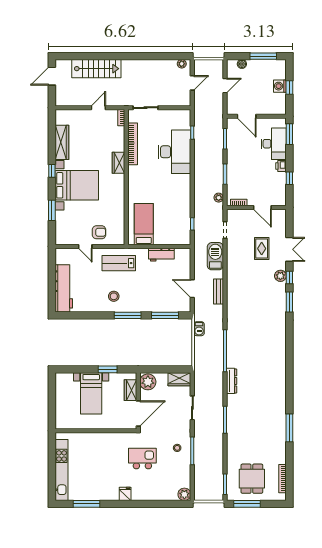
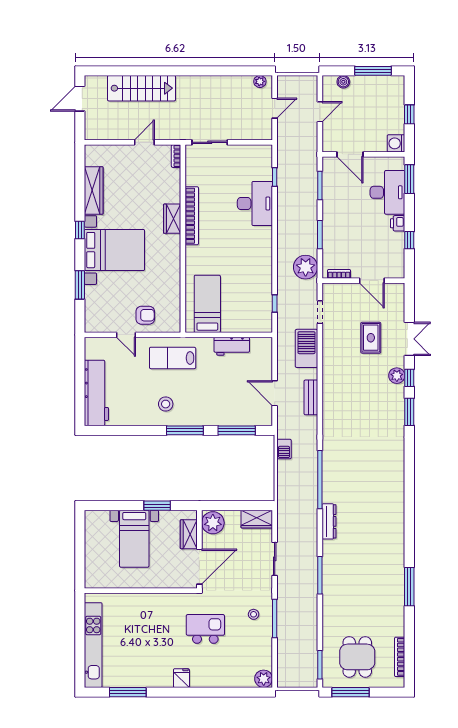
washing machine: (280, 86) -> (396, 143), moved
bookcase: (133, 144) -> (192, 216), moved
desk: (174, 152) -> (255, 204), width x0.73, depth x0.77
plant: (219, 198) -> (306, 267), width x1.87, depth x1.87

